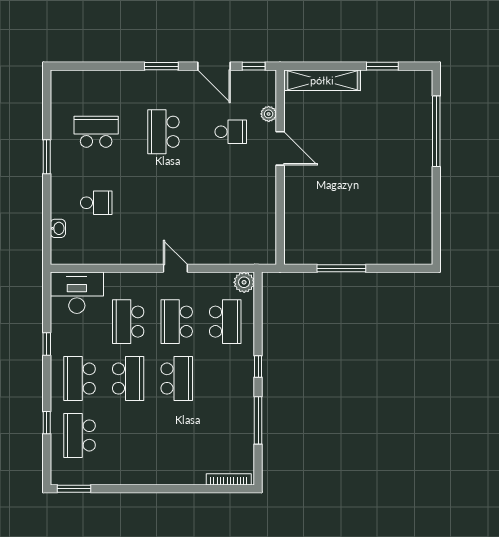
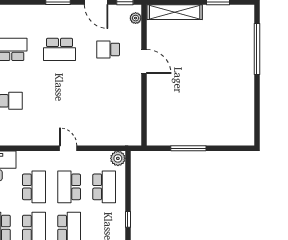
plant: (269, 114) -> (136, 18), moved
school desk: (163, 132) -> (59, 49), turned -90
school desk: (231, 132) -> (108, 49), turned 180
school desk: (128, 322) -> (34, 187), turned 180

